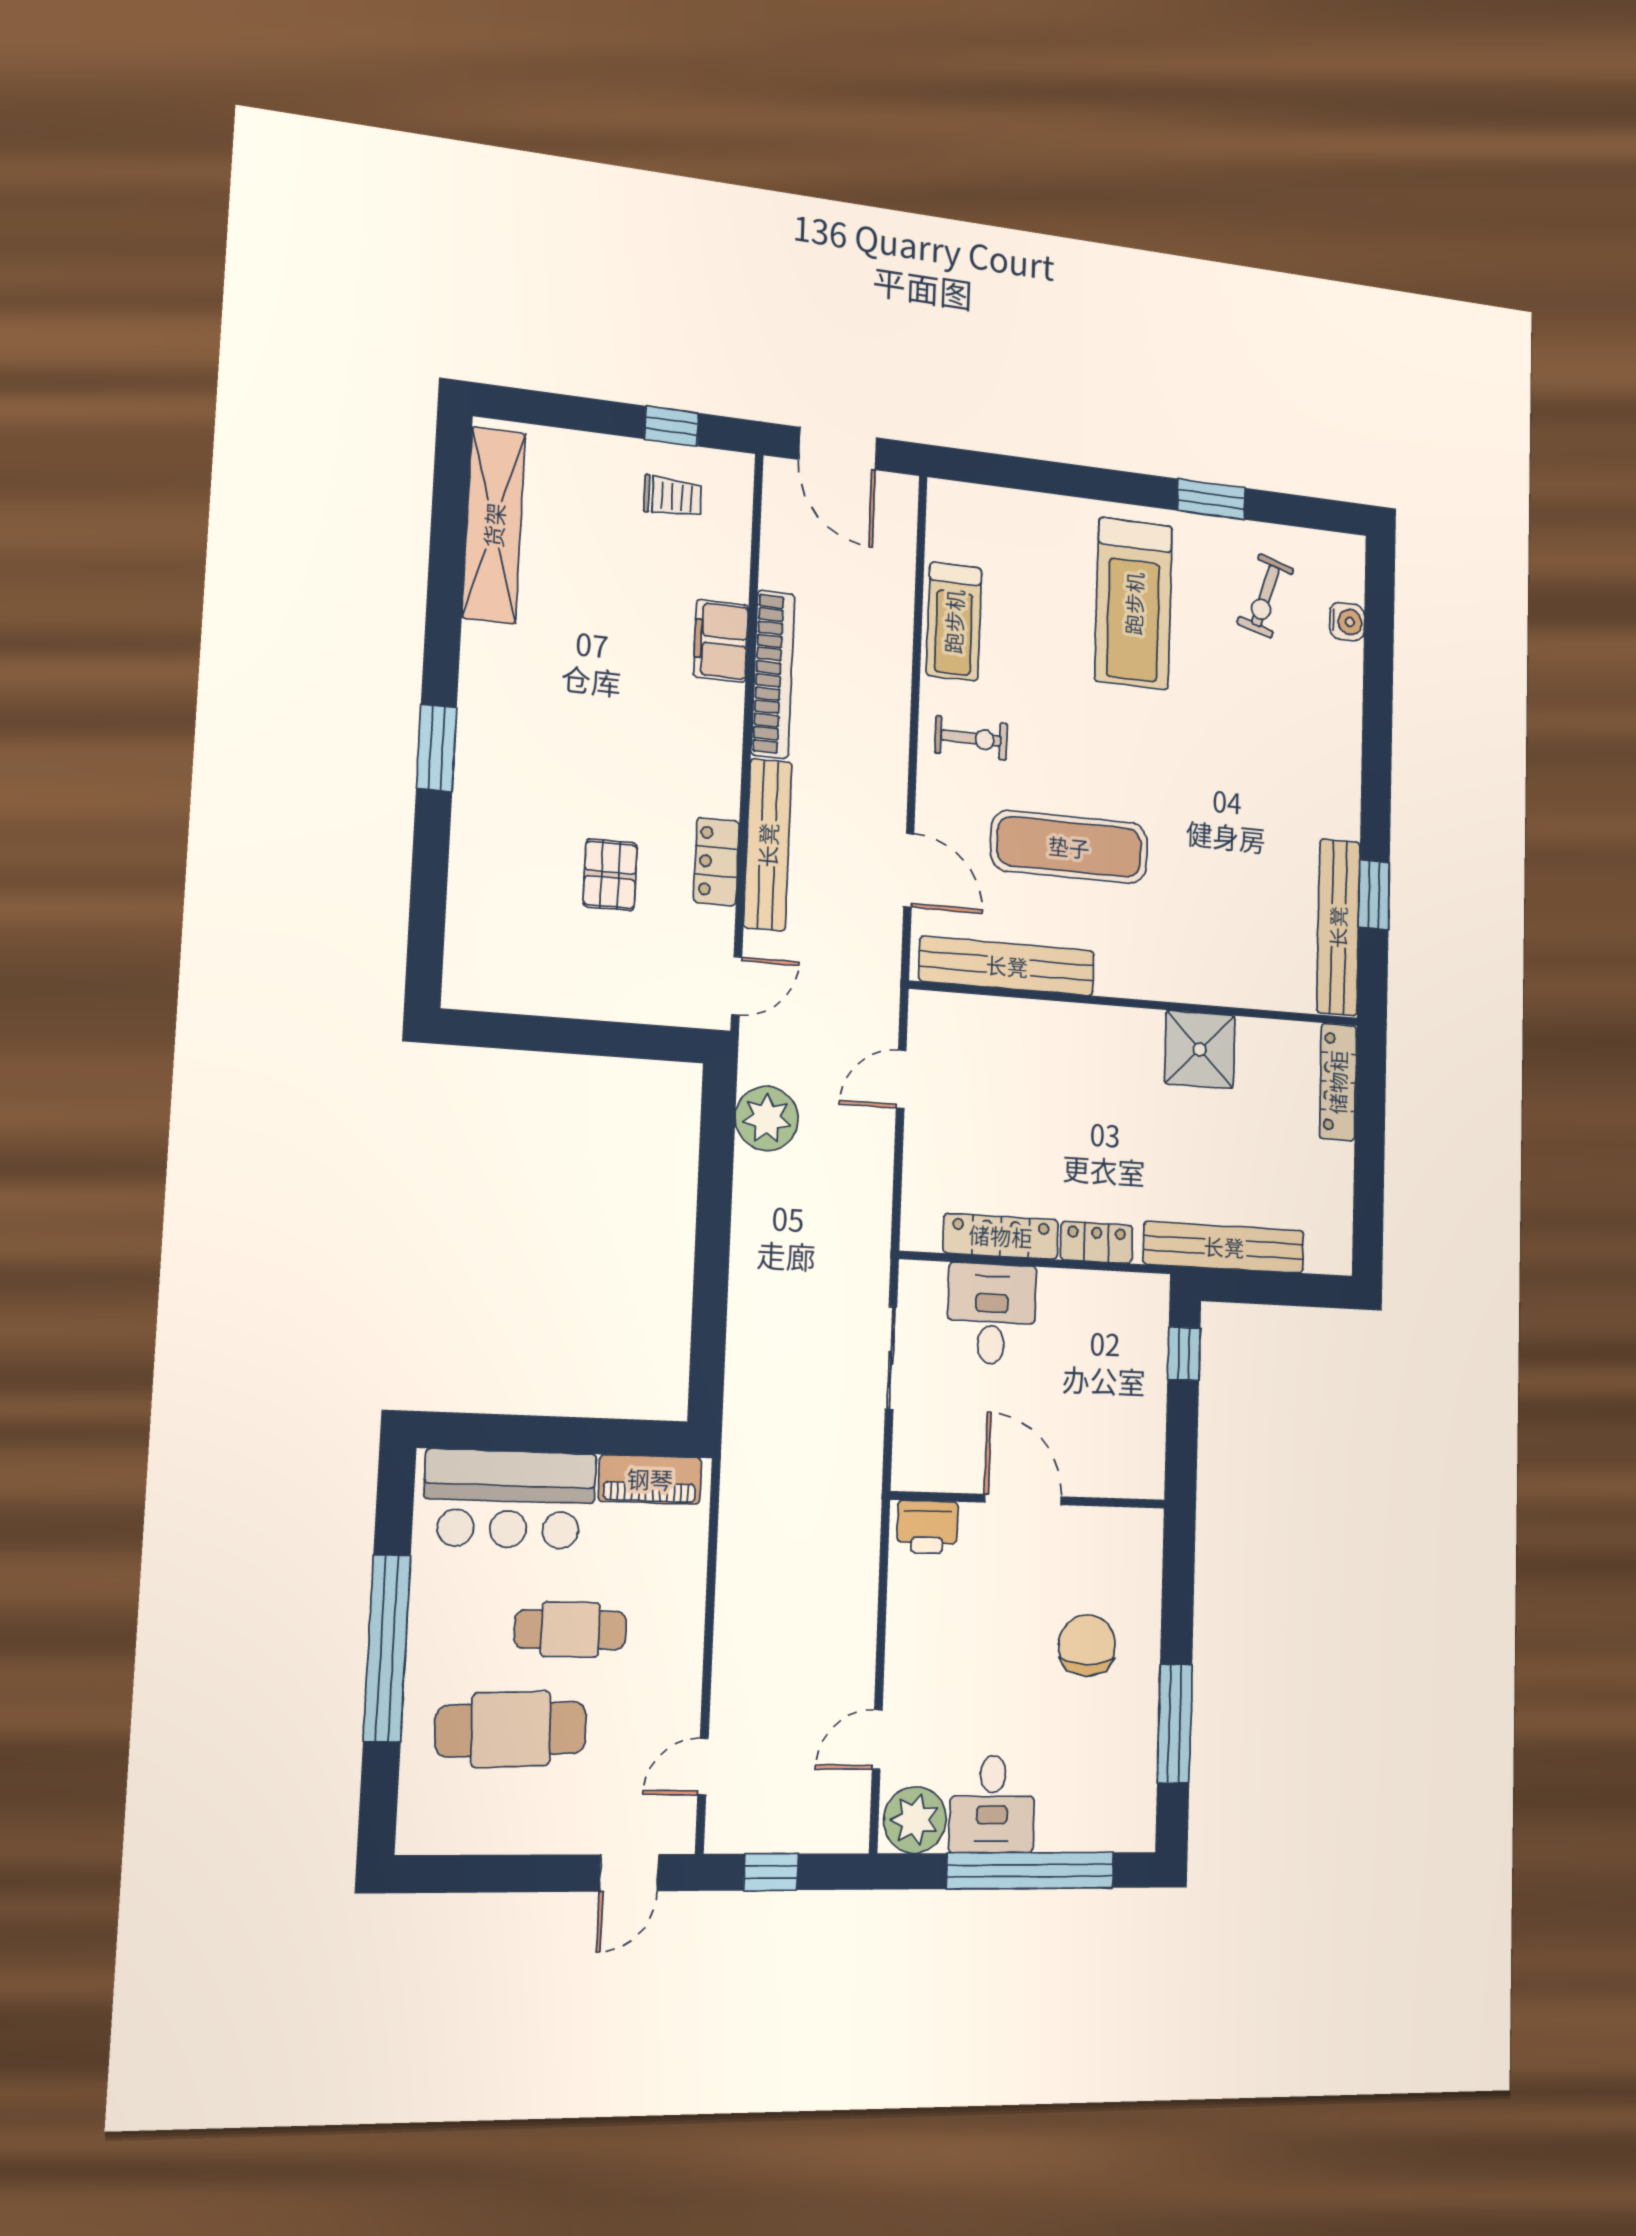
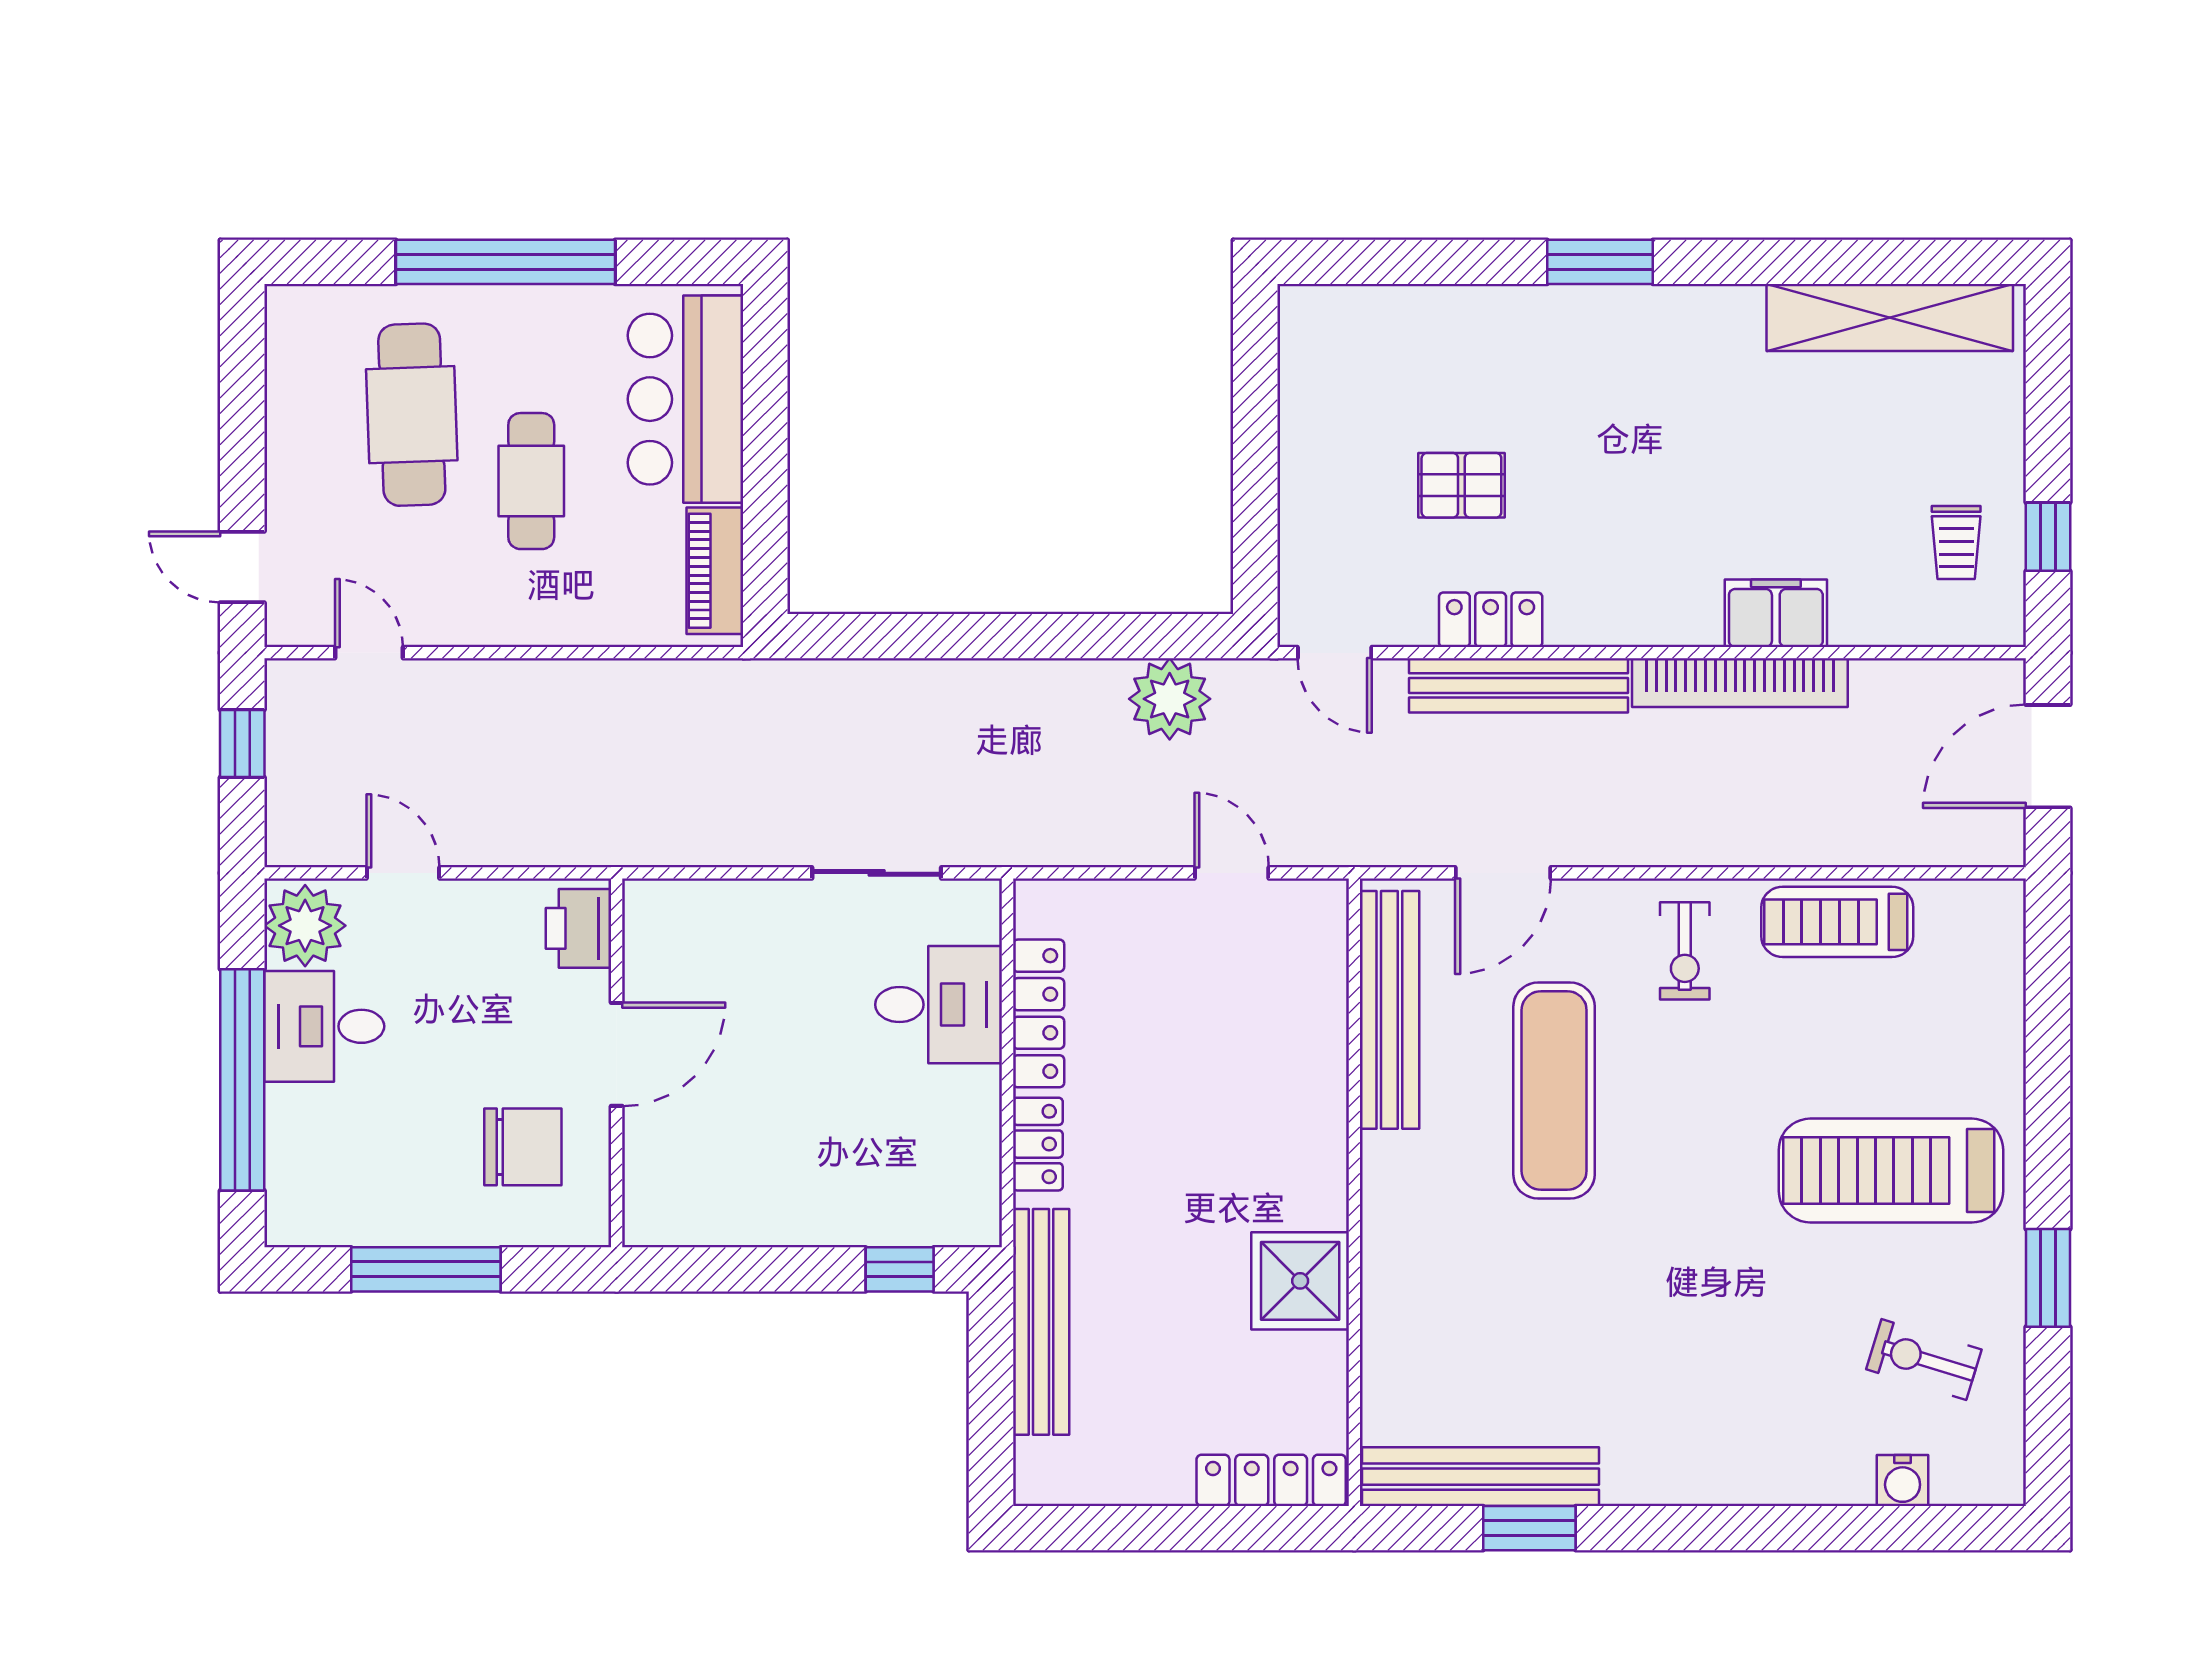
door: (1023, 1500) -> (617, 1054), moved
wall: (1029, 1500) -> (617, 1063), moved
printer: (927, 1527) -> (578, 928), moved

